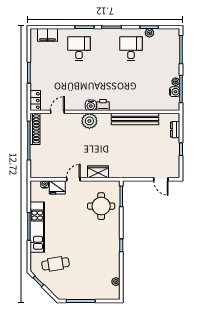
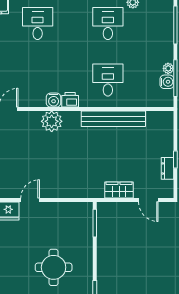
desk: (131, 90) -> (108, 80), added
dresser: (175, 130) -> (168, 168), moved
wardrobe: (98, 172) -> (119, 190), moved
round table: (101, 206) -> (54, 267), moved

